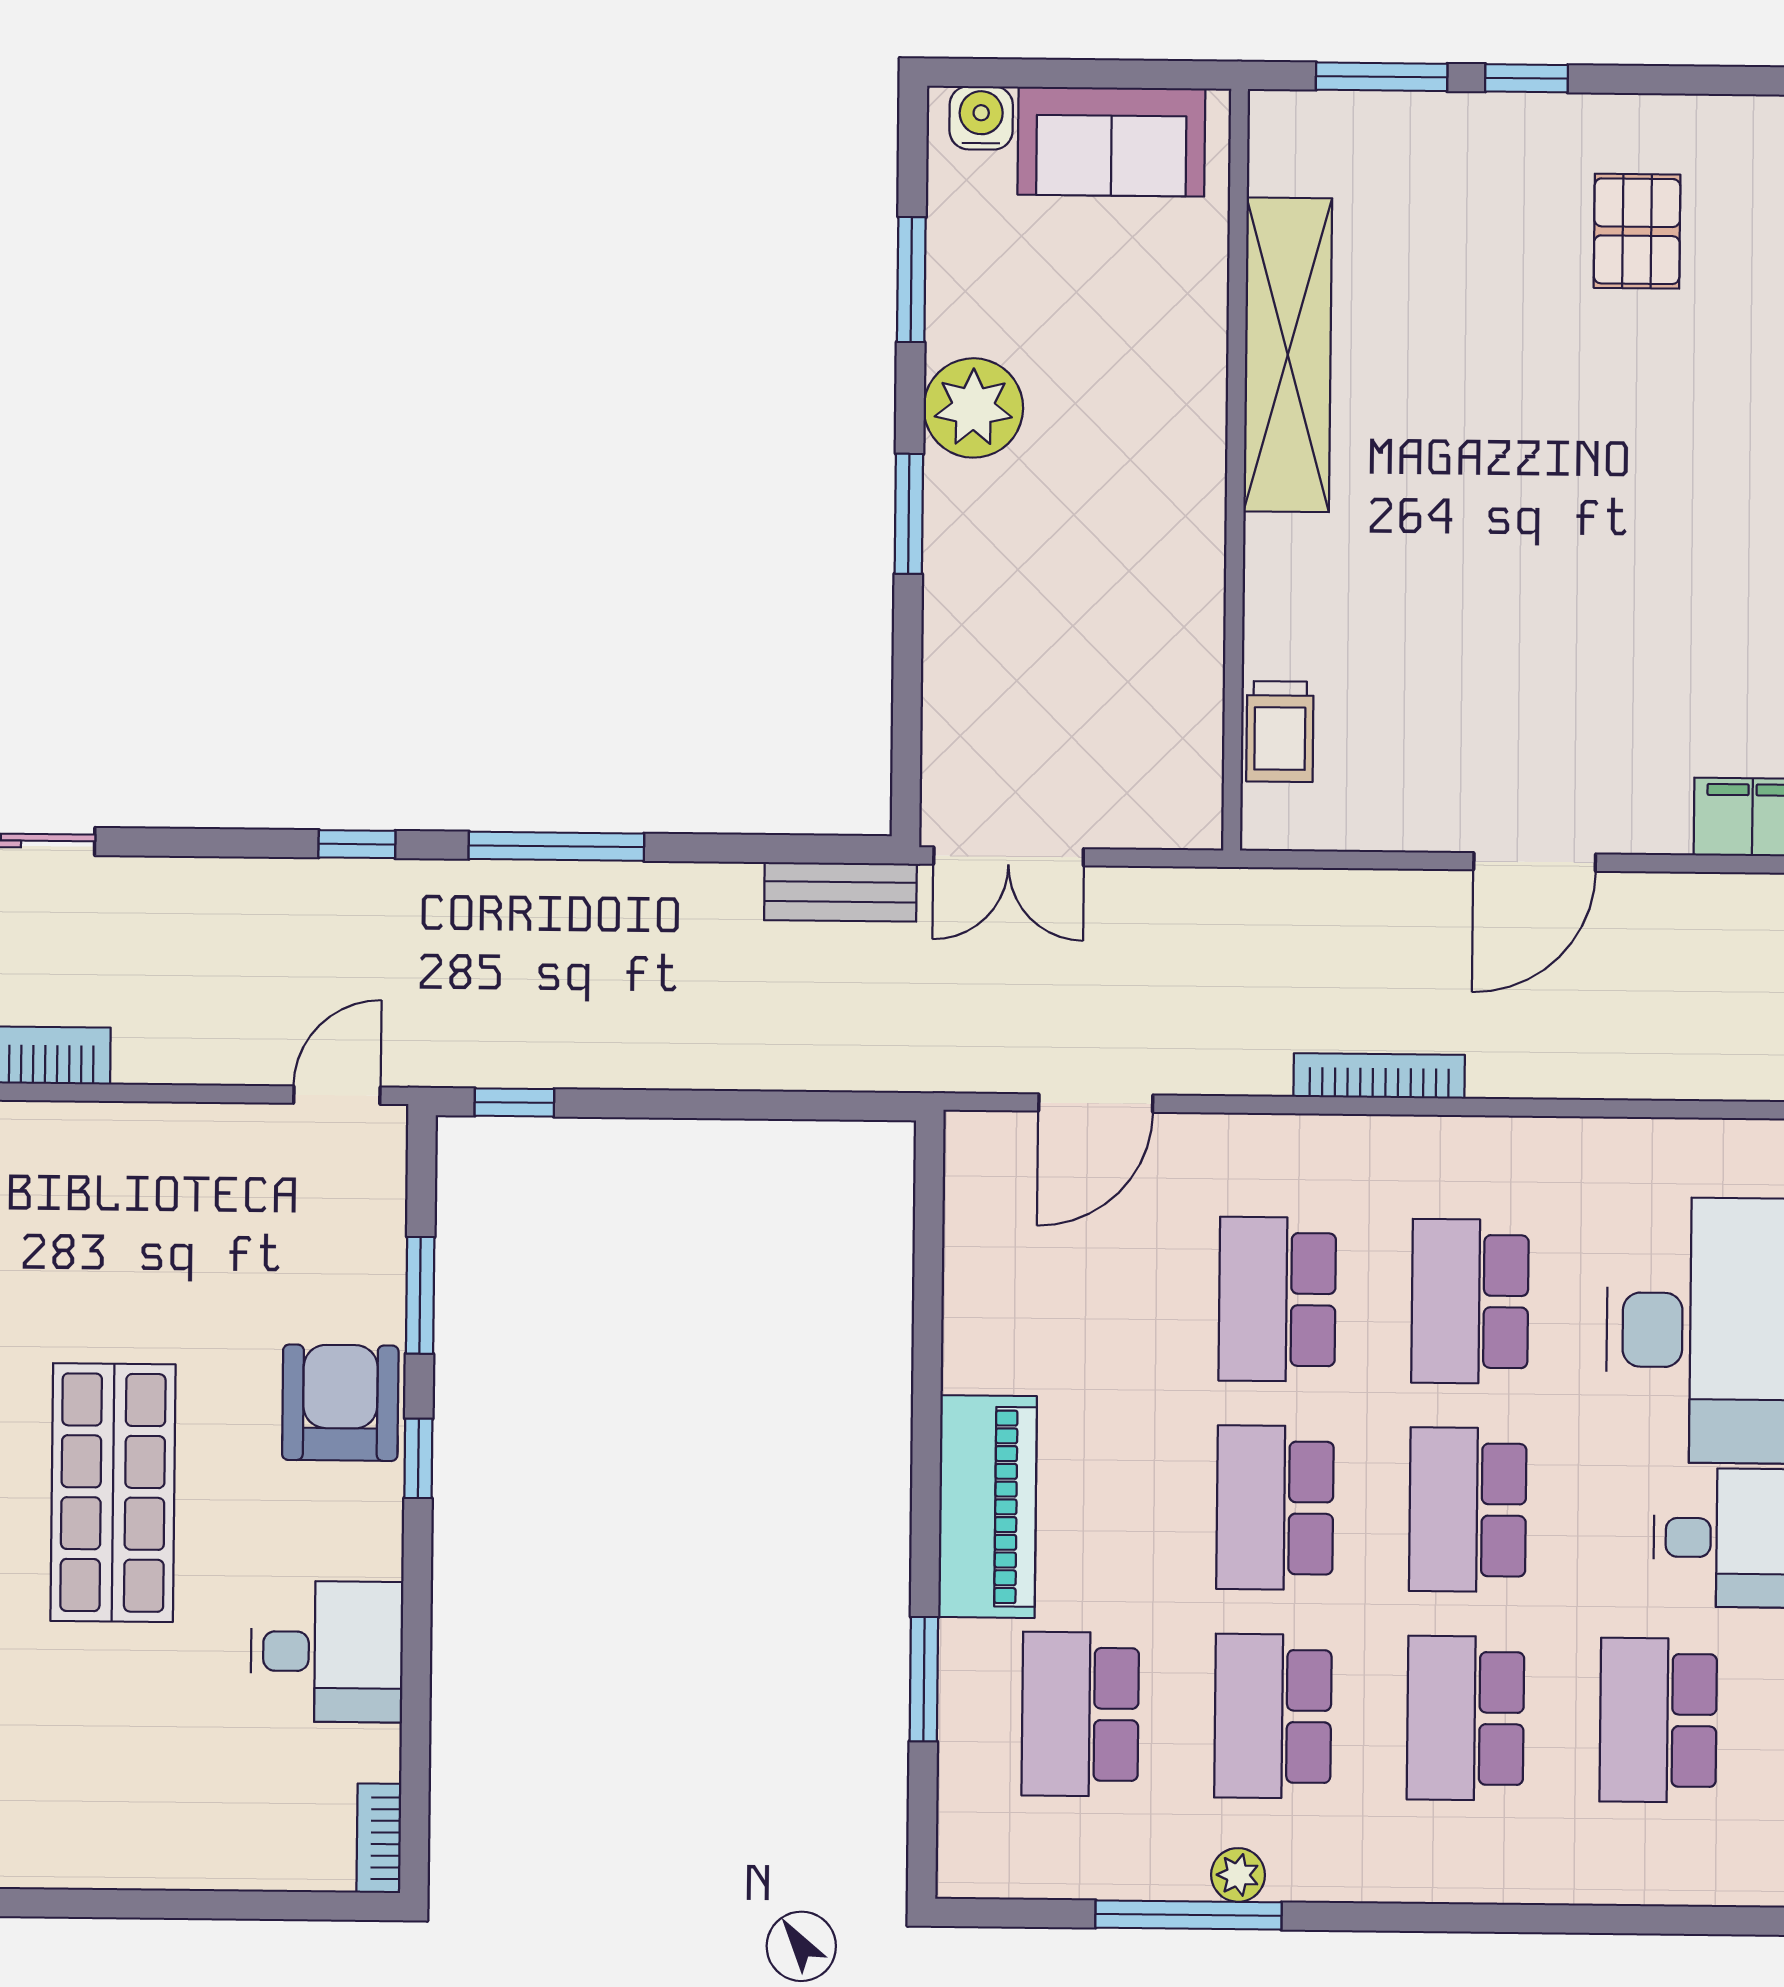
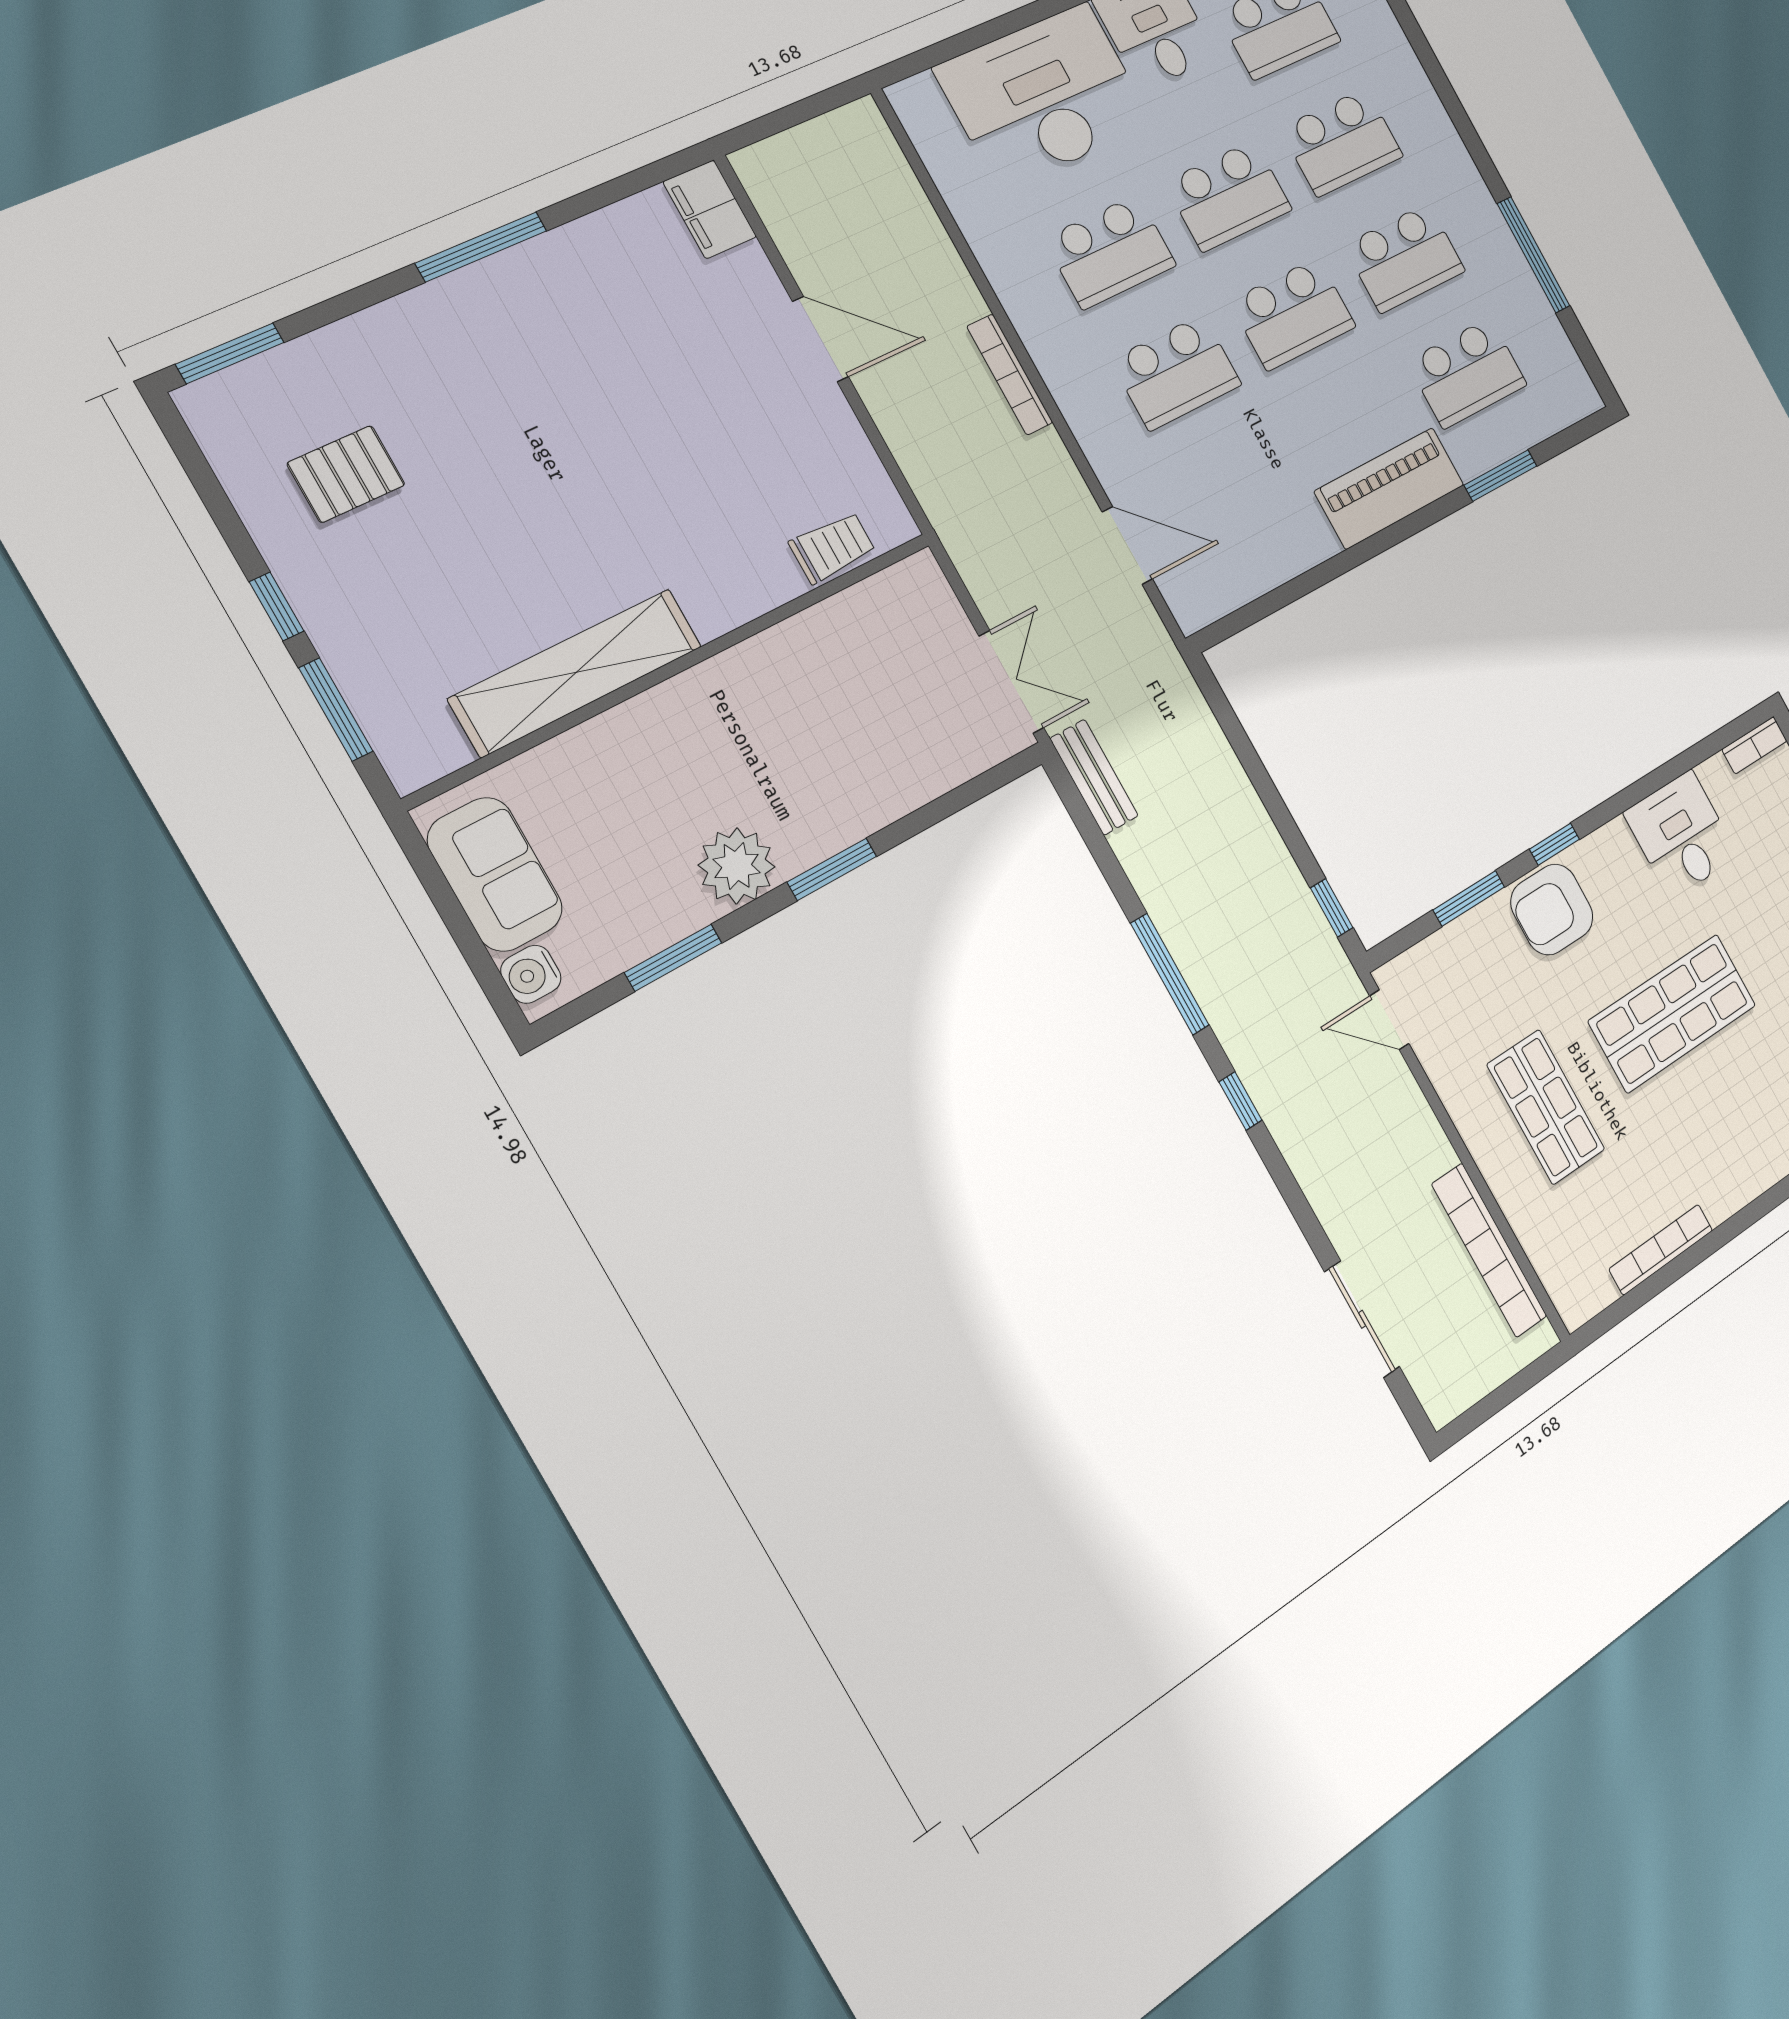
shop shelf: (107, 1240) -> (1546, 1107), added
plant: (1238, 1875) -> (1497, 236), removed

